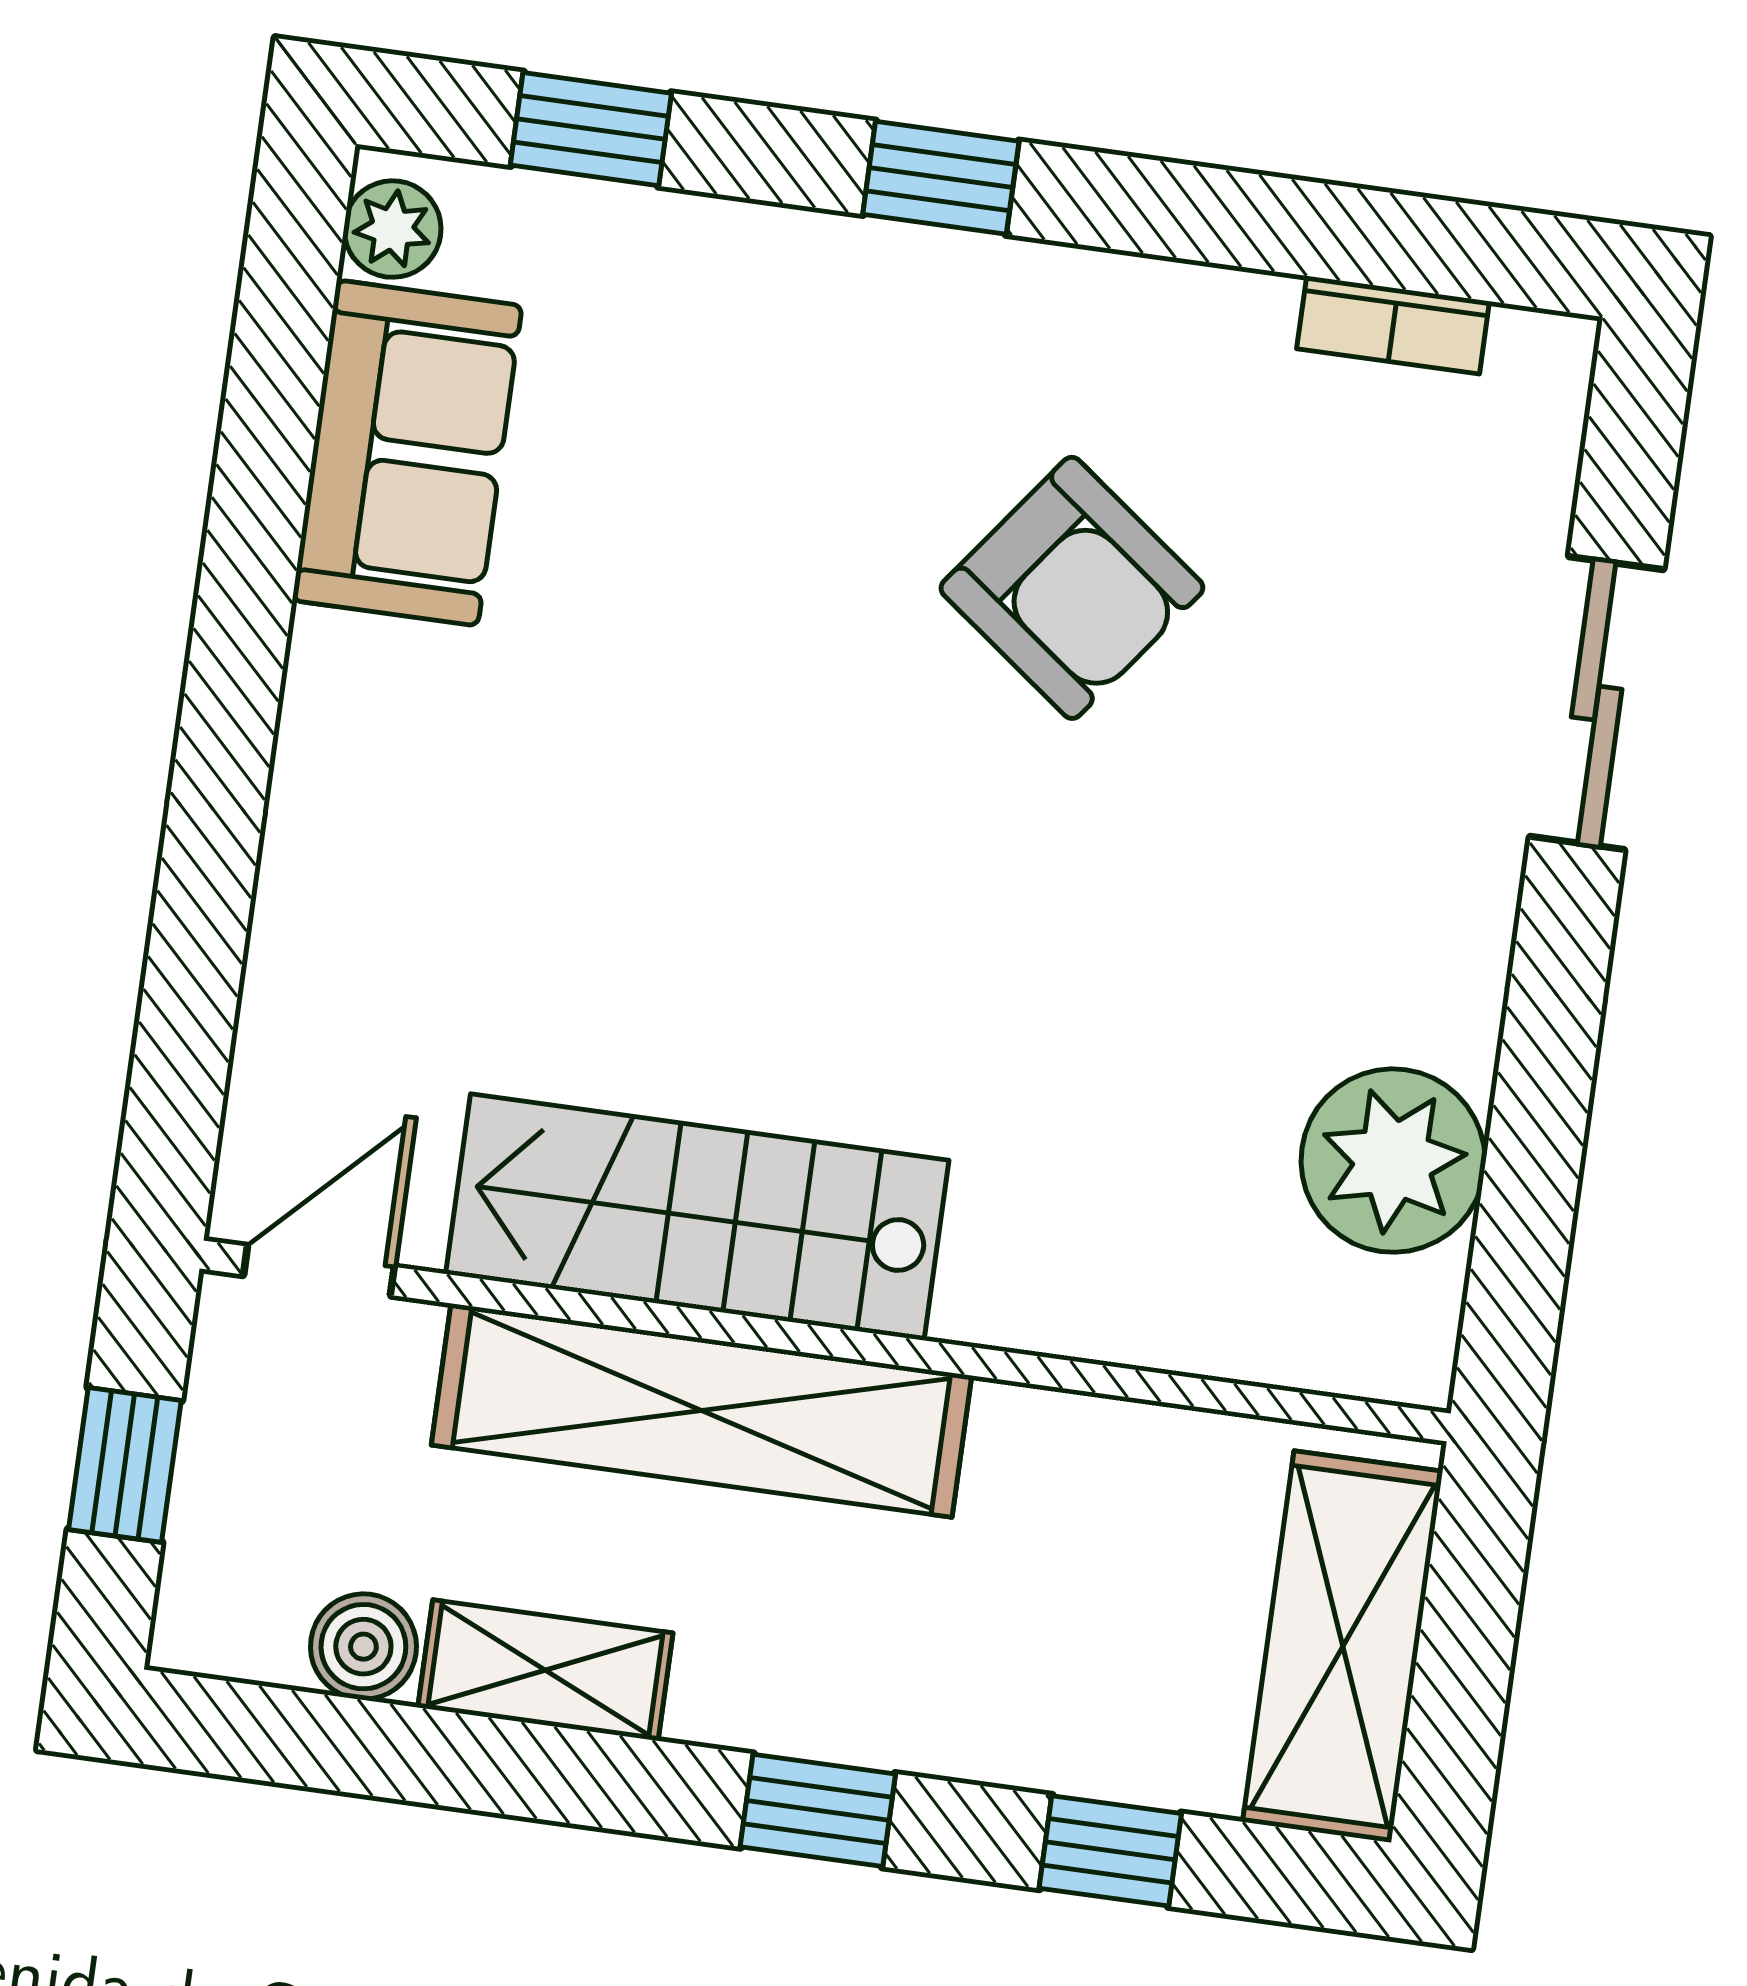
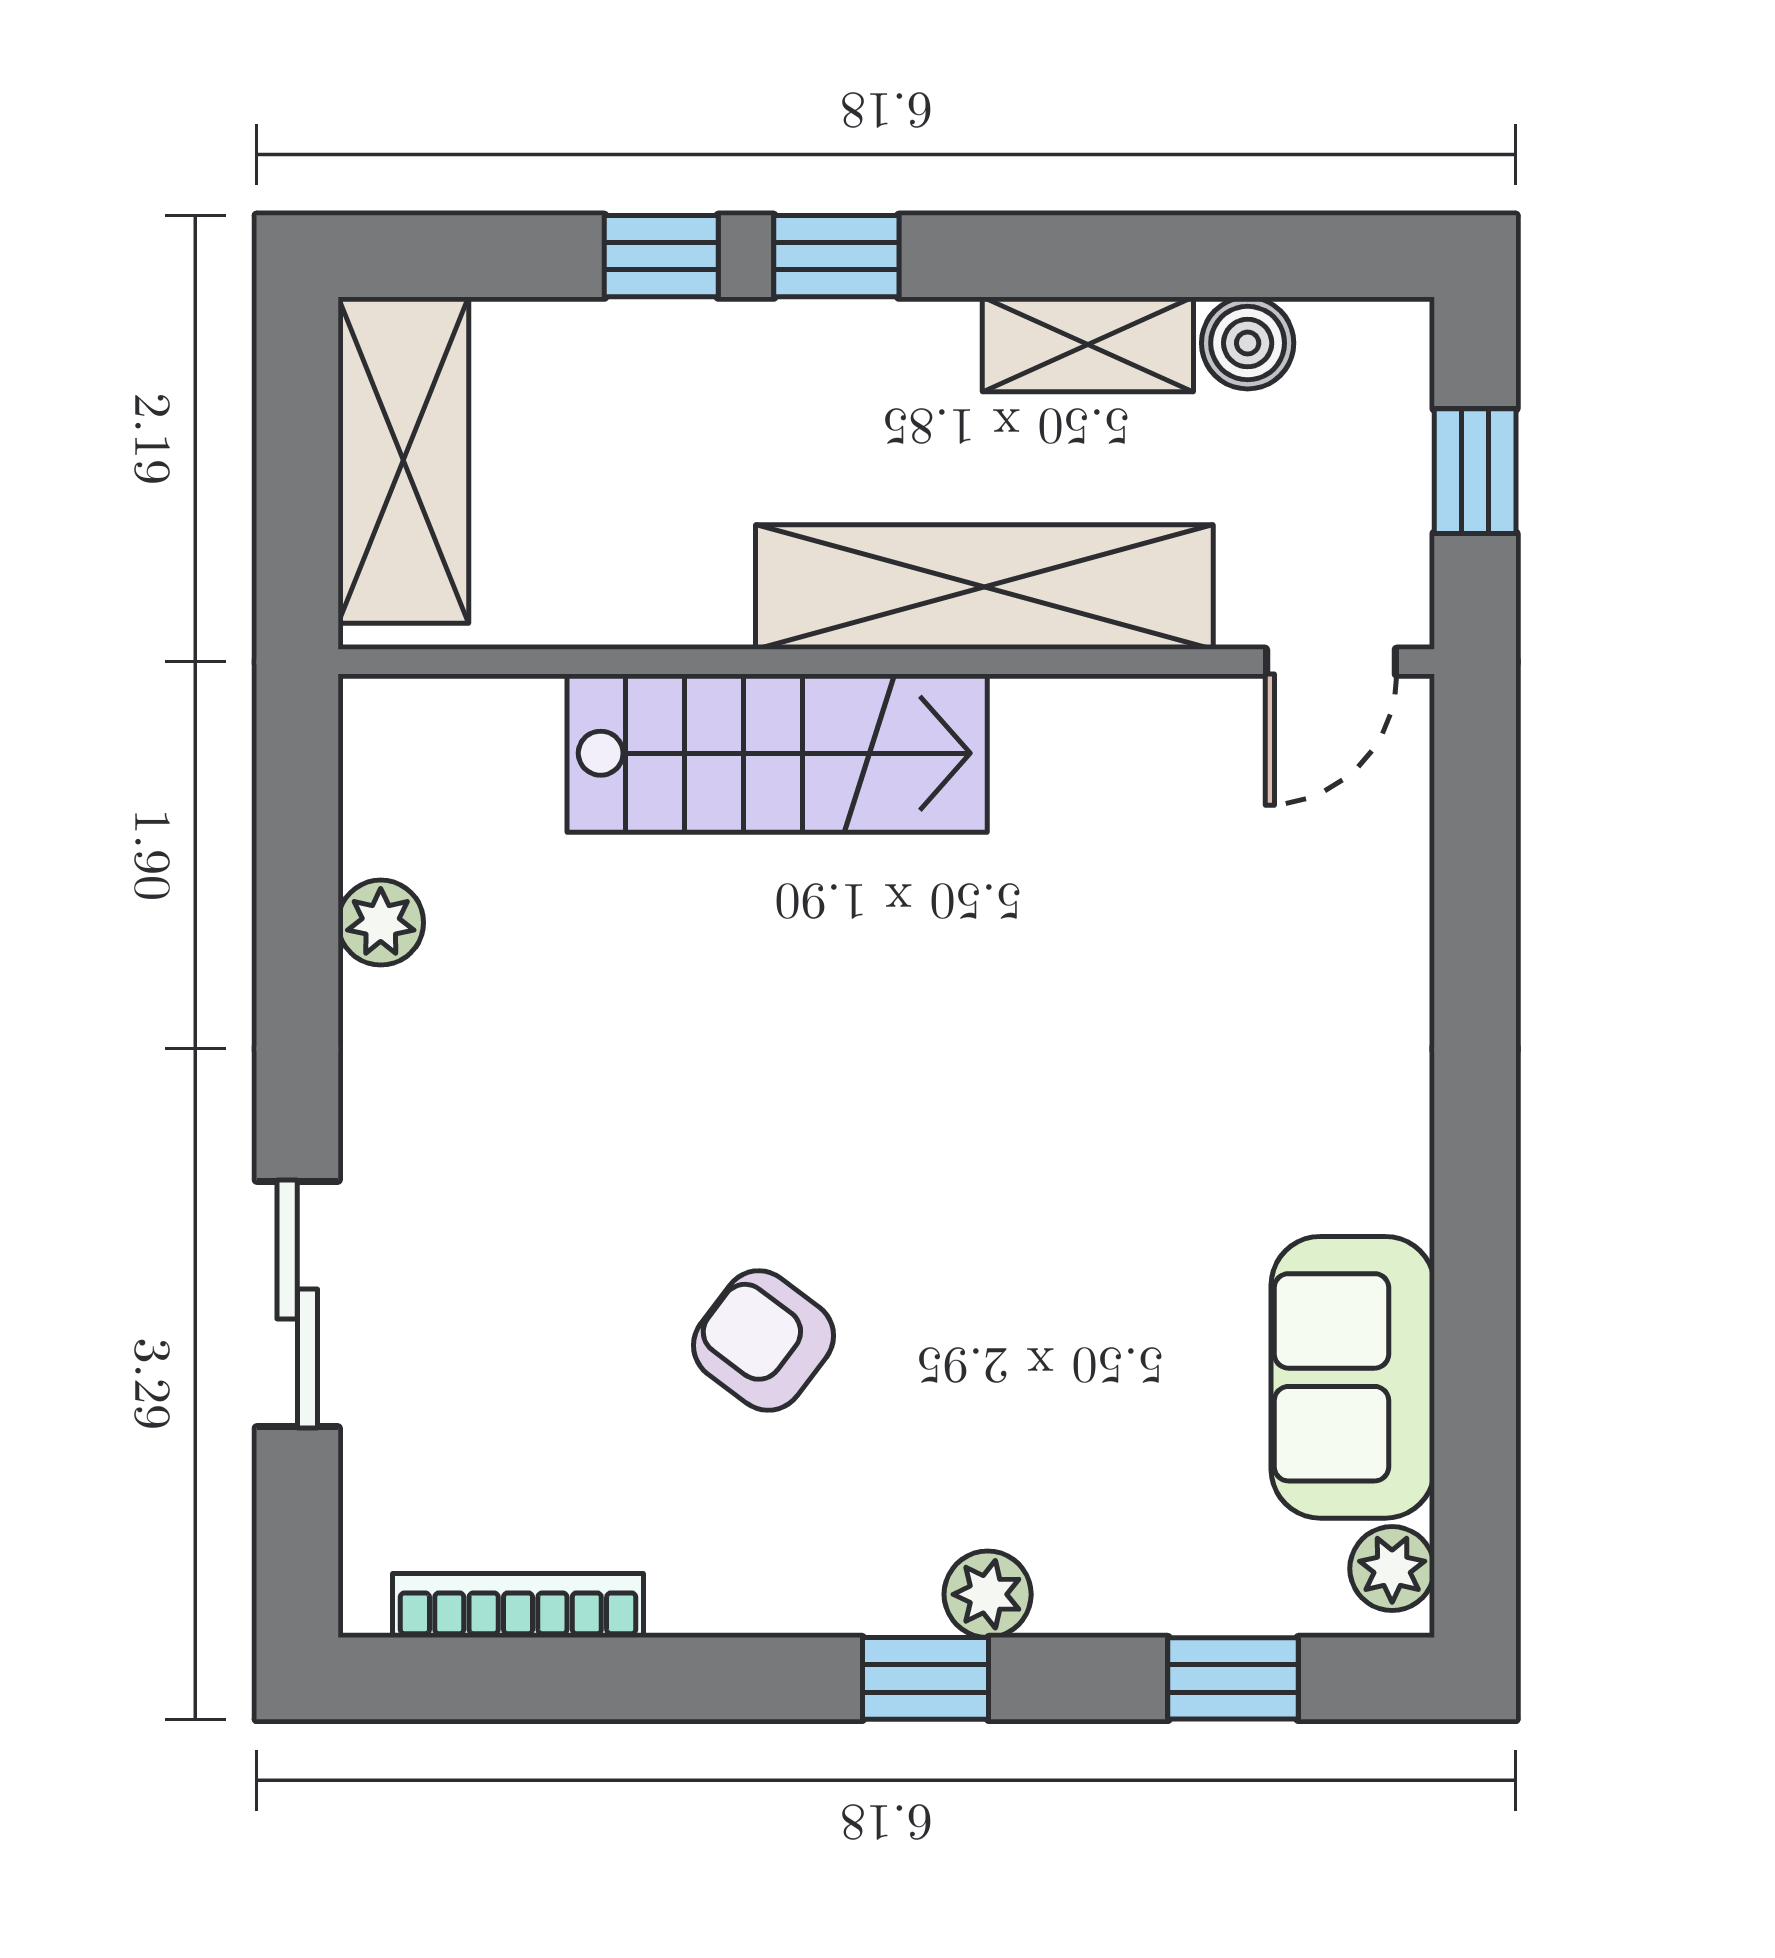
plant: (857, 264) -> (988, 1594), added
bookcase: (1393, 325) -> (518, 1606), width x1.56
armchair: (1072, 588) -> (763, 1340), width x0.72, depth x0.72
plant: (1393, 1161) -> (381, 923), width x0.53, depth x0.53
stairs: (697, 1217) -> (777, 753), moved
window: (1110, 1851) -> (661, 256), moved

